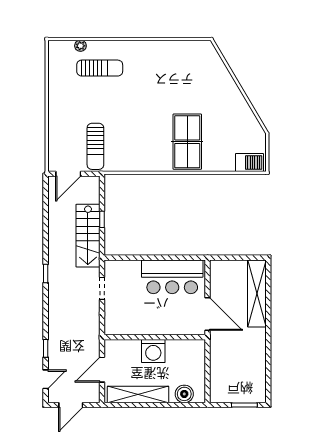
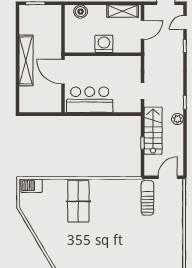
sun lounger: (100, 68) -> (144, 257), removed
plant: (55, 251) -> (178, 119), added
shelving: (257, 294) -> (26, 60), moved
shelving: (138, 395) -> (123, 11), width x0.68

